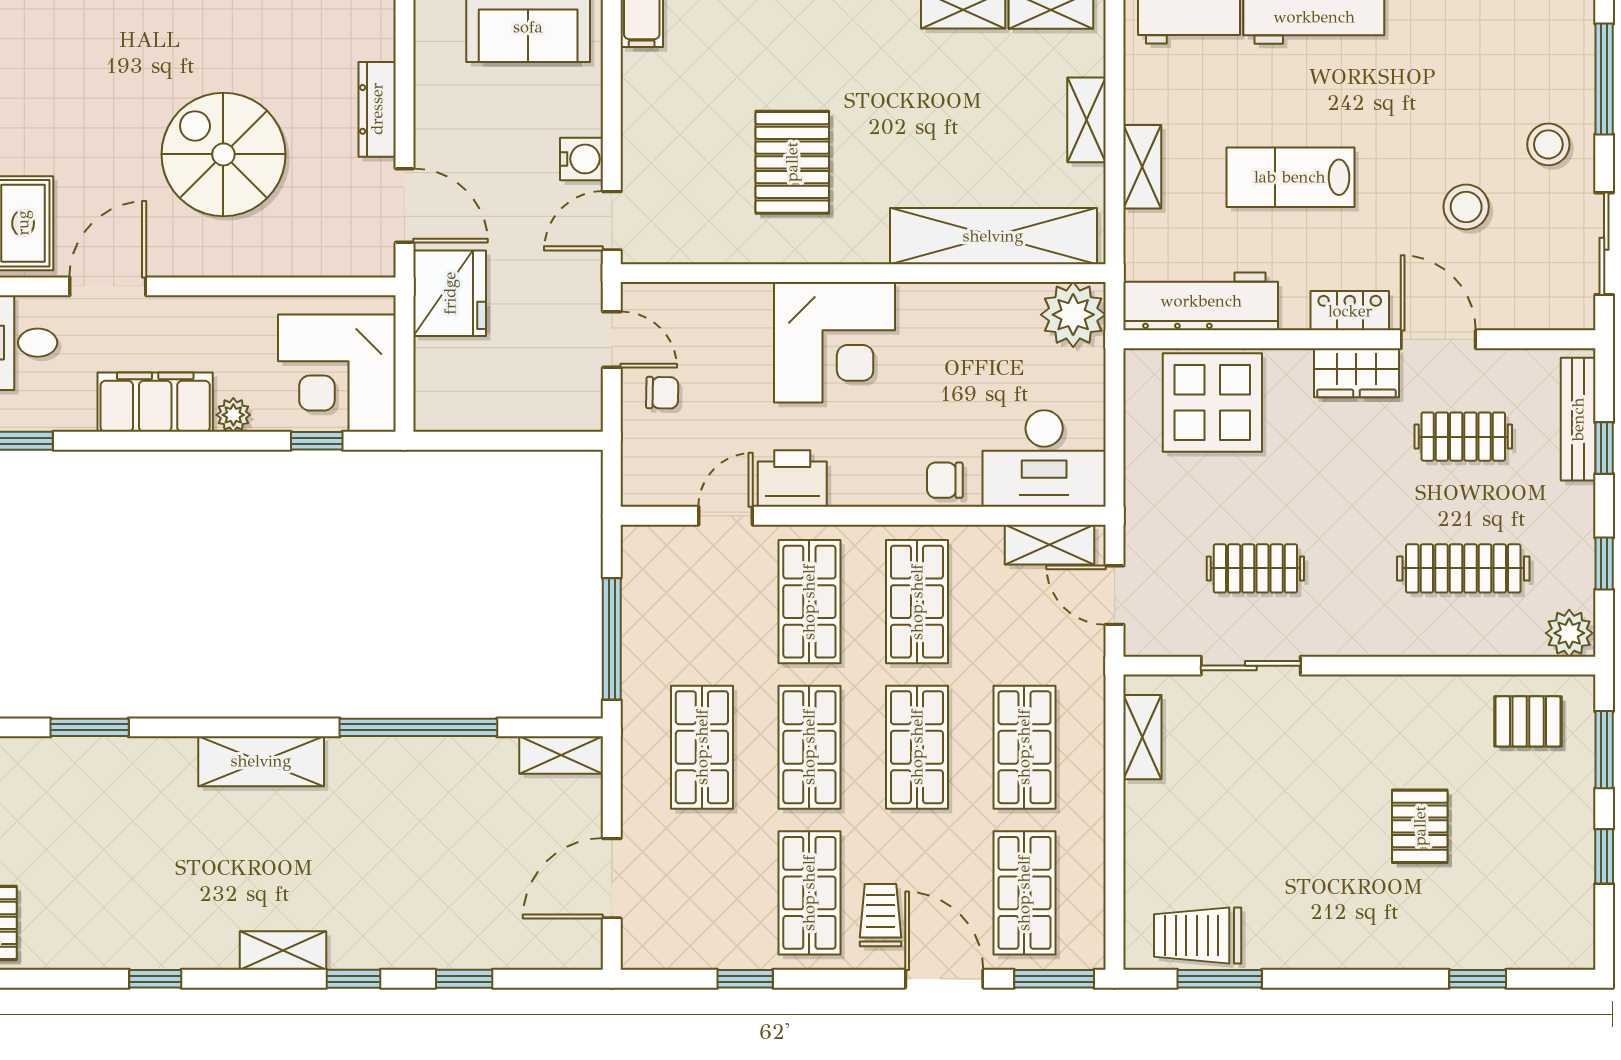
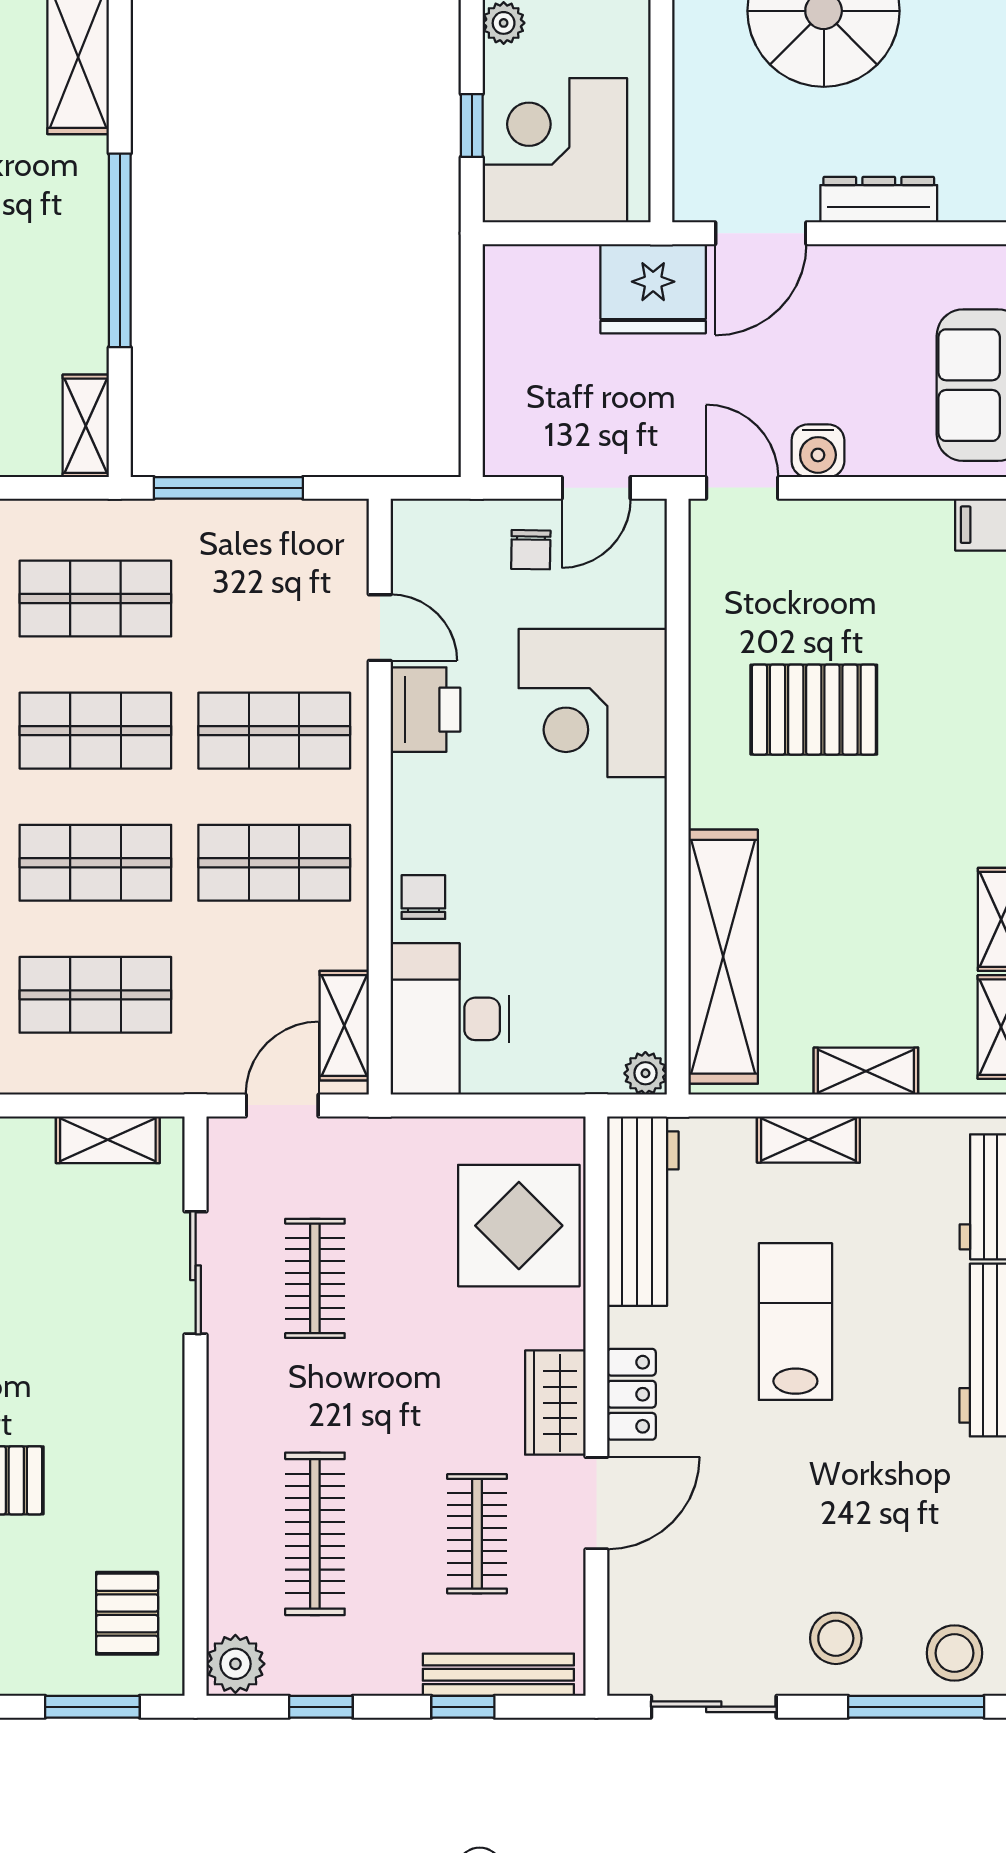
stool: (1466, 207) -> (954, 1653), moved
plant: (1073, 315) -> (645, 1073), width x0.53, depth x0.53
corner desk: (835, 342) -> (593, 703), moved

